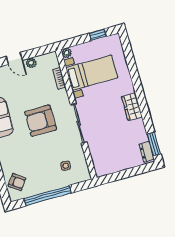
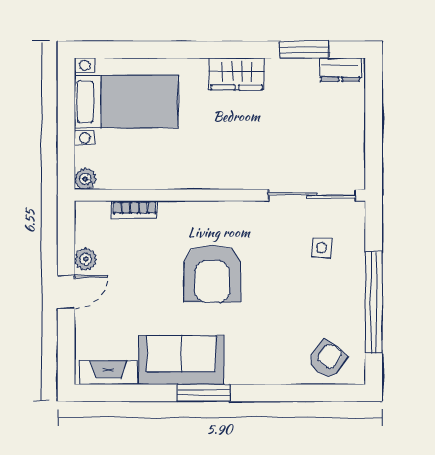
window: (98, 35) -> (66, 103), removed
bed with nightstands: (92, 73) -> (126, 102), moved, turned 90
sliding door: (79, 123) -> (312, 195), moved
window: (154, 144) -> (304, 50), moved

